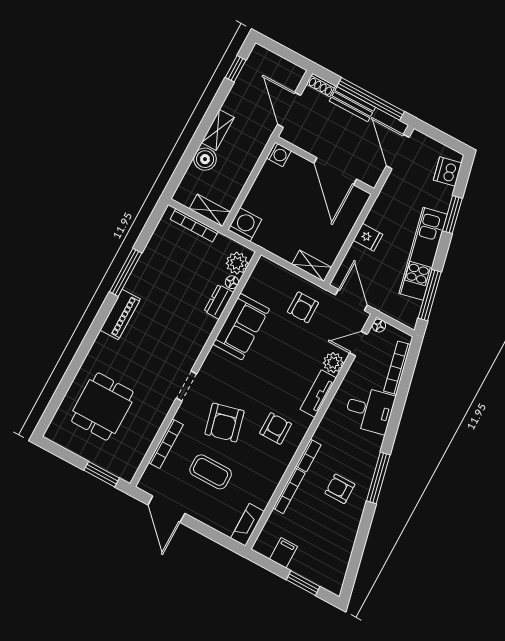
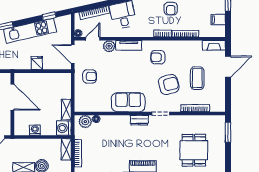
washing machine: (279, 154) -> (35, 130), moved
door: (335, 171) -> (12, 97), hinge flipped
shelving: (312, 266) -> (66, 109), moved
window: (430, 295) -> (49, 16), width x0.46
door: (351, 300) -> (73, 54), hinge flipped
dresser: (219, 302) -> (139, 120), moved
sofa: (241, 327) -> (128, 102), moved
door: (358, 344) -> (93, 39), swing flipped
dining table: (102, 407) -> (194, 150), turned 90
door: (166, 509) -> (228, 67), moved

